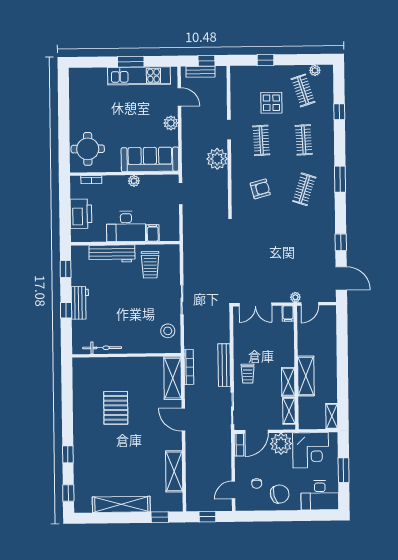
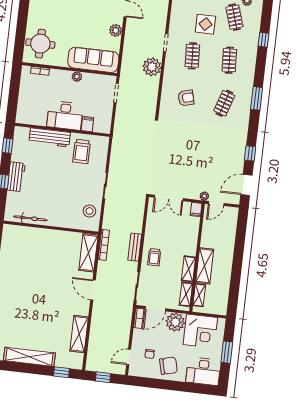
printer: (81, 214) -> (27, 99), removed
door: (341, 278) -> (246, 185), swing flipped
bench: (224, 365) -> (135, 247), width x0.73
pallet: (116, 408) -> (36, 272), removed
shelving: (332, 416) -> (199, 295), moved

